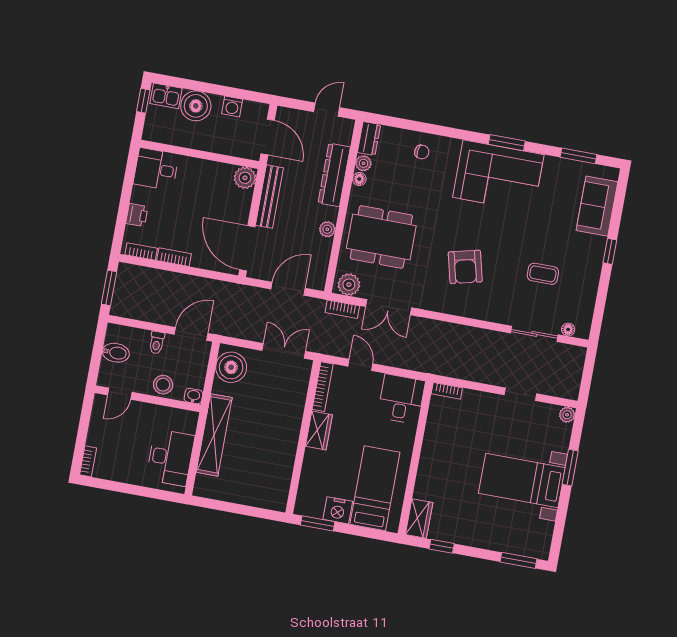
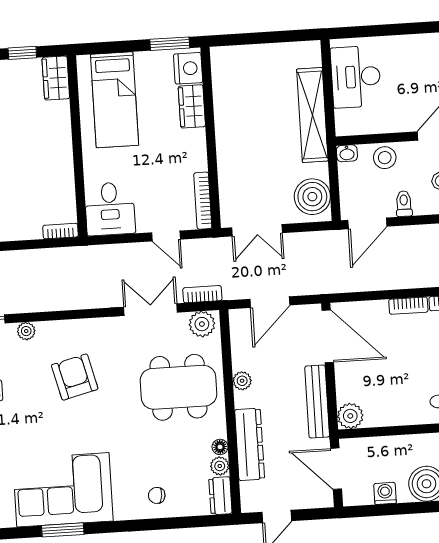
plant: (496, 315) -> (26, 331), added
wardrobe: (319, 431) -> (192, 106), moved
nightstand: (338, 510) -> (188, 68), moved, turned 90

